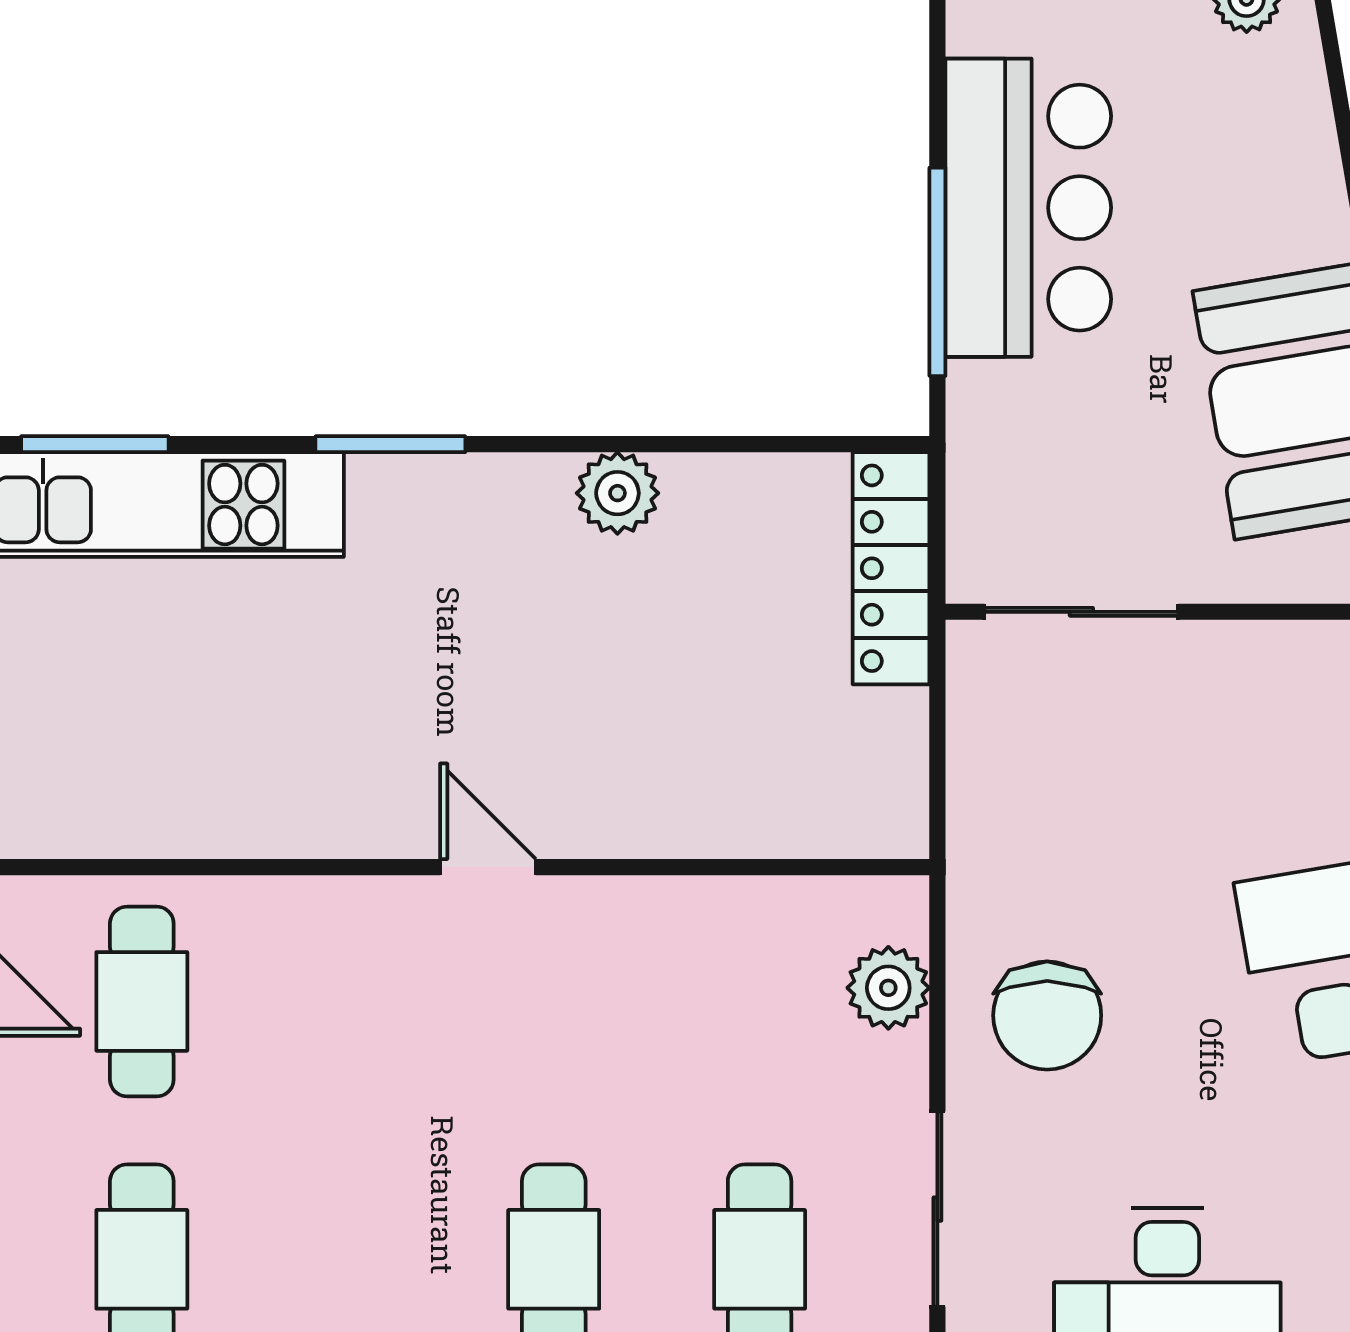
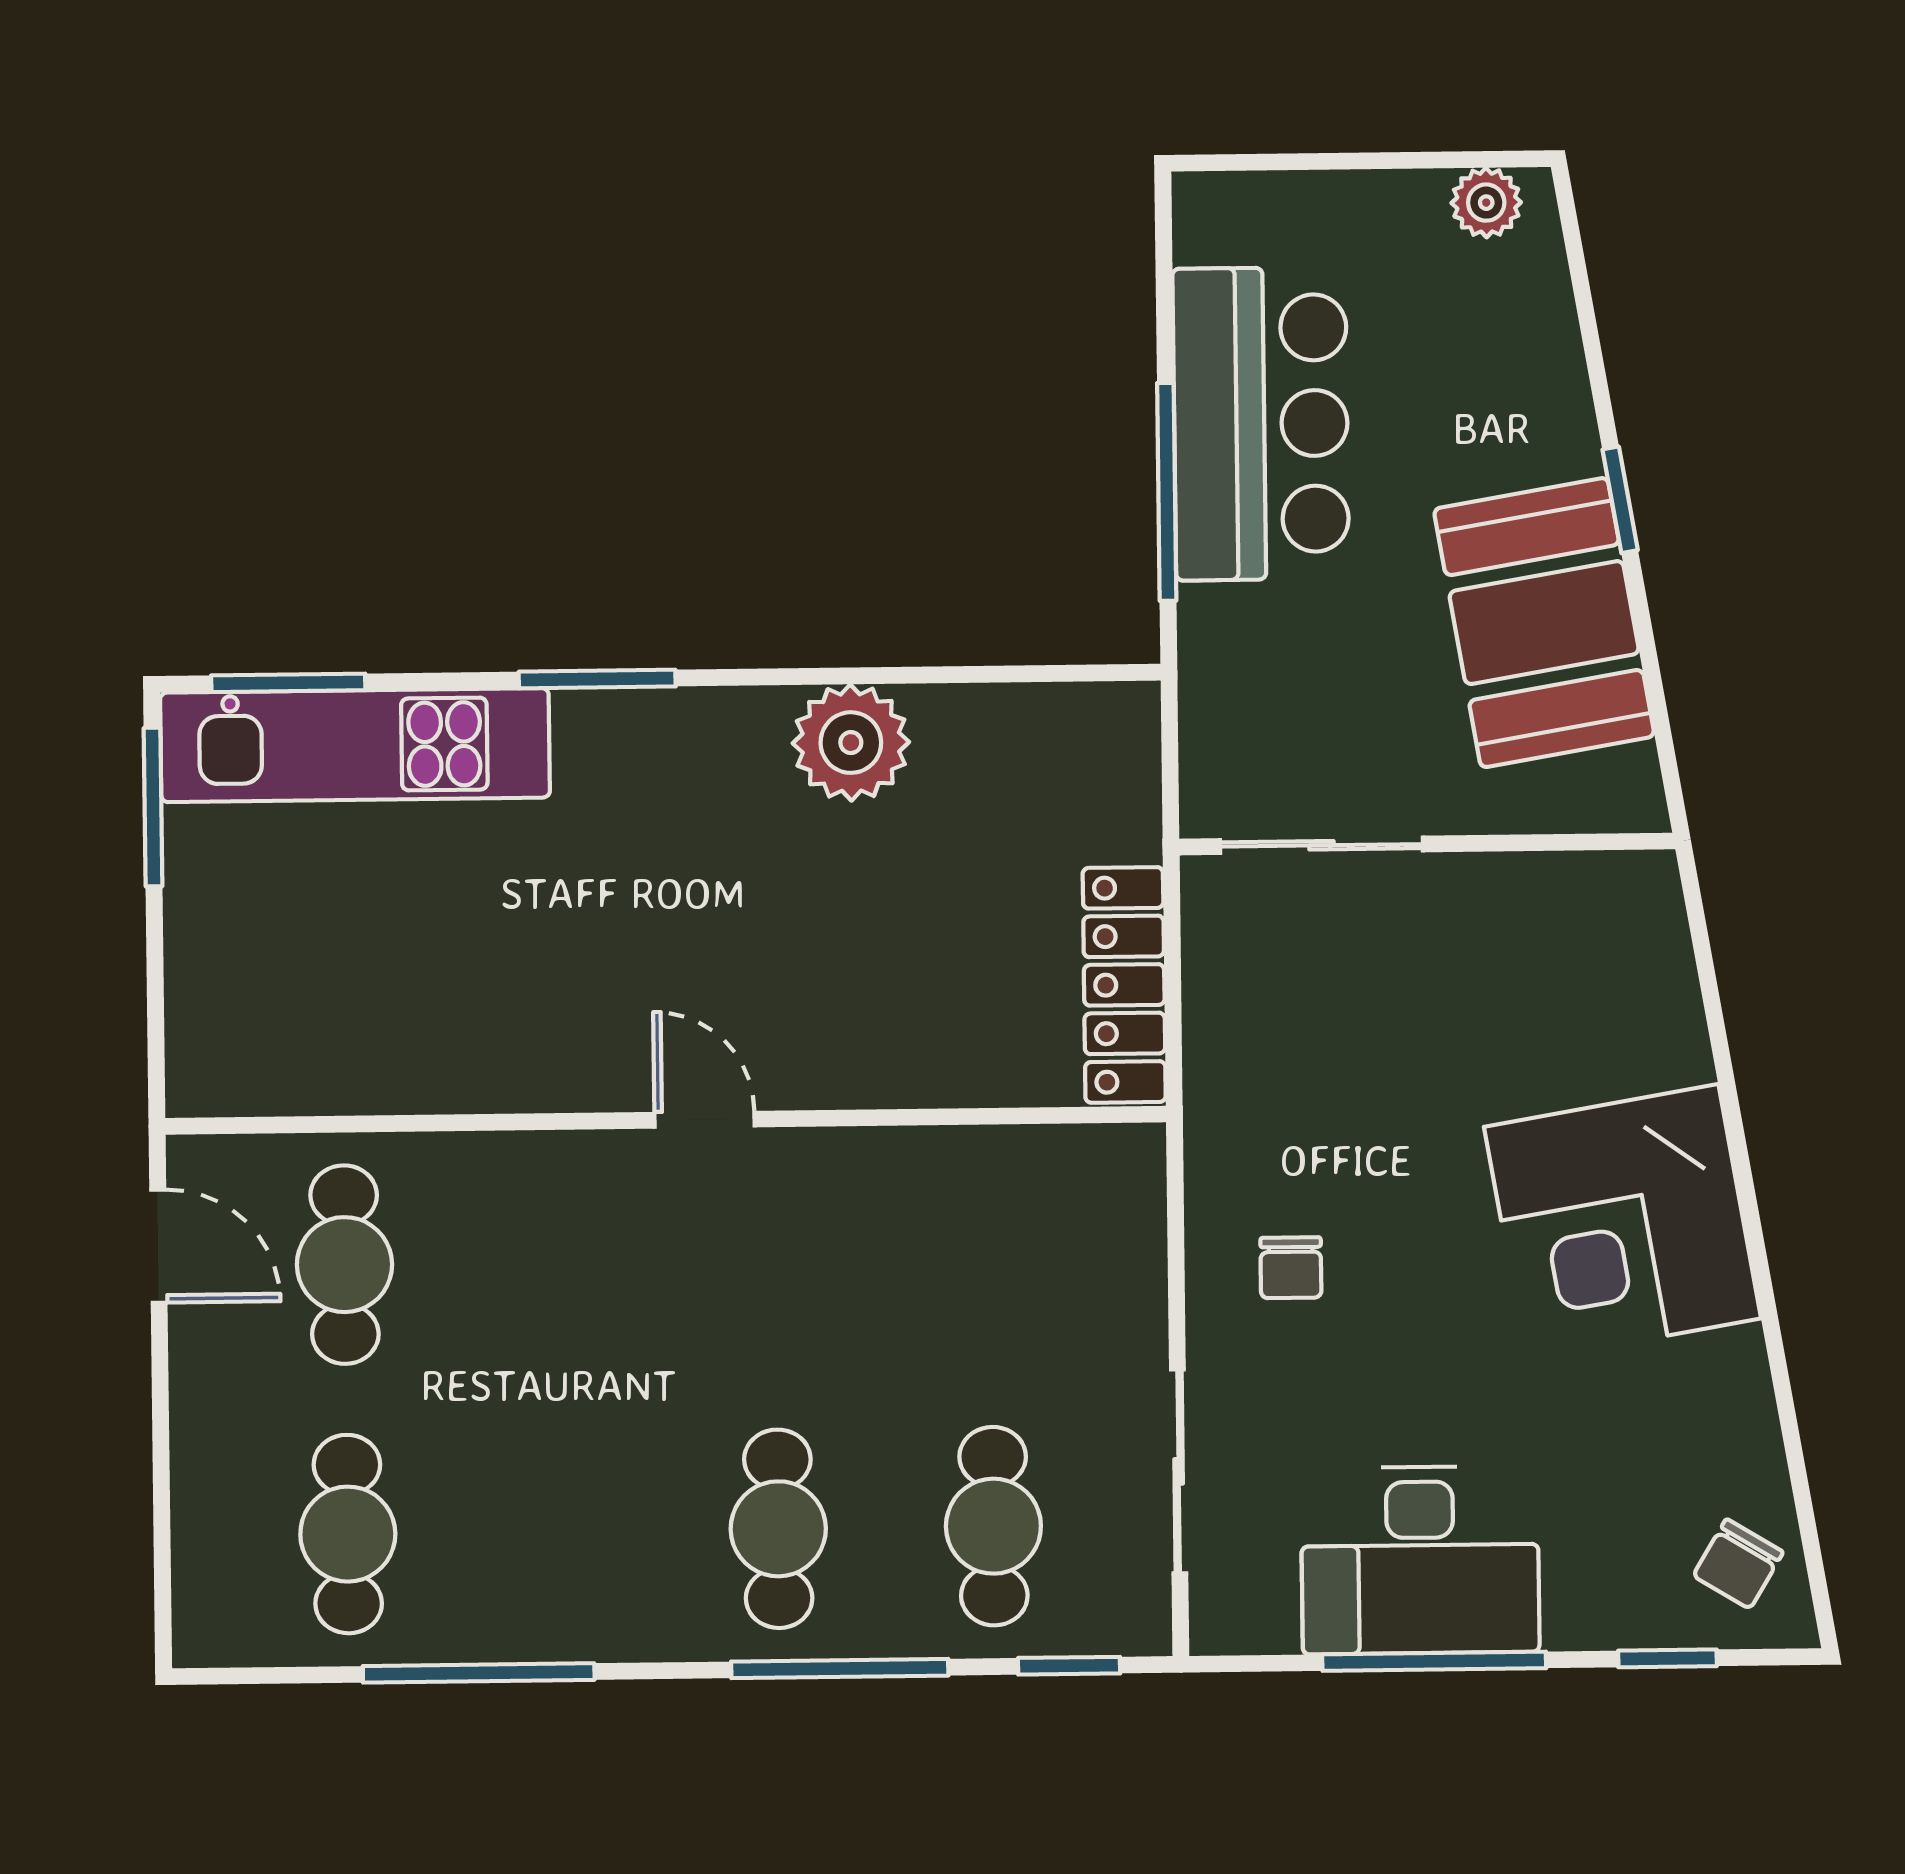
plant: (617, 493) -> (851, 743), width x1.36, depth x1.36
locker: (891, 568) -> (1124, 985), moved
plant: (888, 988) -> (1125, 1241), removed
chair: (1047, 1015) -> (1291, 1268), width x0.54, depth x0.54

